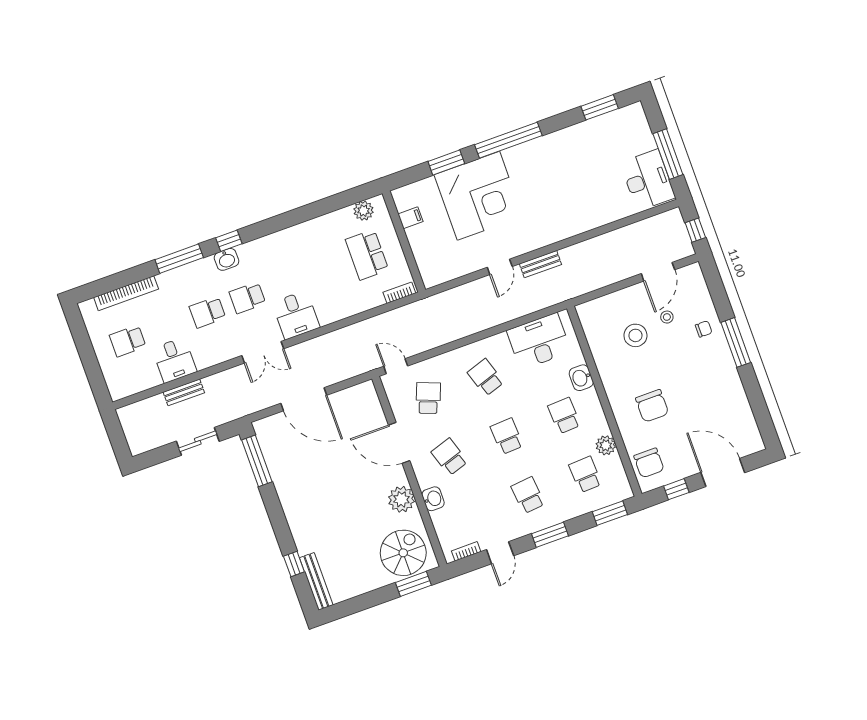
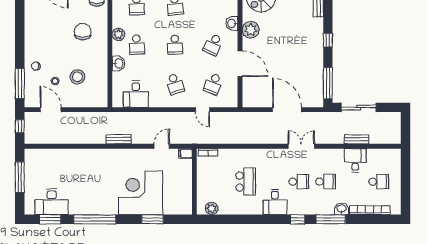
window: (508, 140) -> (95, 219), moved
desk: (648, 180) -> (52, 202), moved, turned -90
filing cabinet: (410, 218) -> (185, 153), moved
school desk: (367, 255) -> (246, 182), moved
washbasin: (227, 259) -> (342, 209), moved
door: (500, 267) -> (162, 146), moved
door: (658, 272) -> (51, 110), hinge flipped
desk: (296, 315) -> (275, 202), moved, turned 180
desk: (539, 341) -> (136, 94), width x0.73
window: (736, 342) -> (20, 83), moved
door: (396, 366) -> (202, 110), moved
sliding door: (198, 441) -> (359, 107), width x1.37
plant: (606, 445) -> (118, 34), moved
school desk: (449, 457) -> (213, 45), turned 42
window: (294, 564) -> (328, 40), moved

